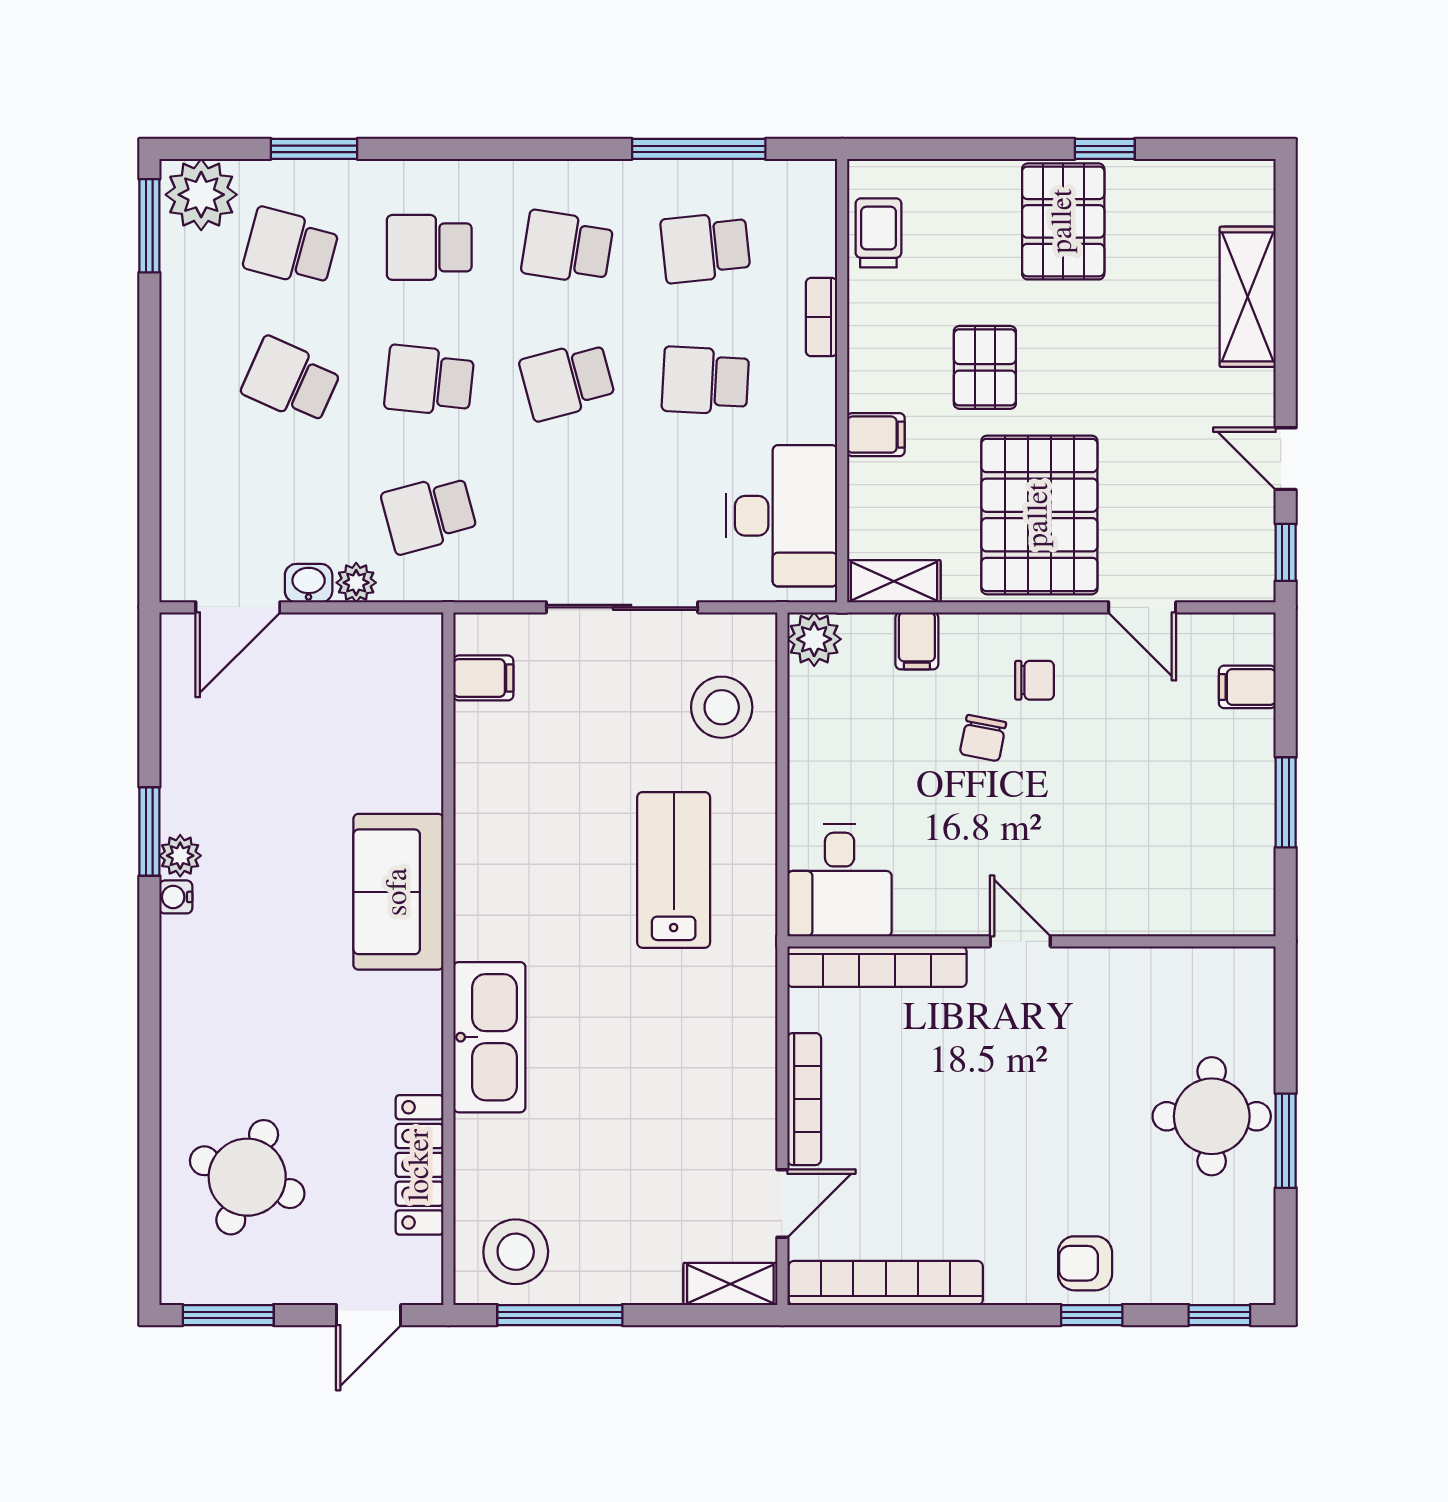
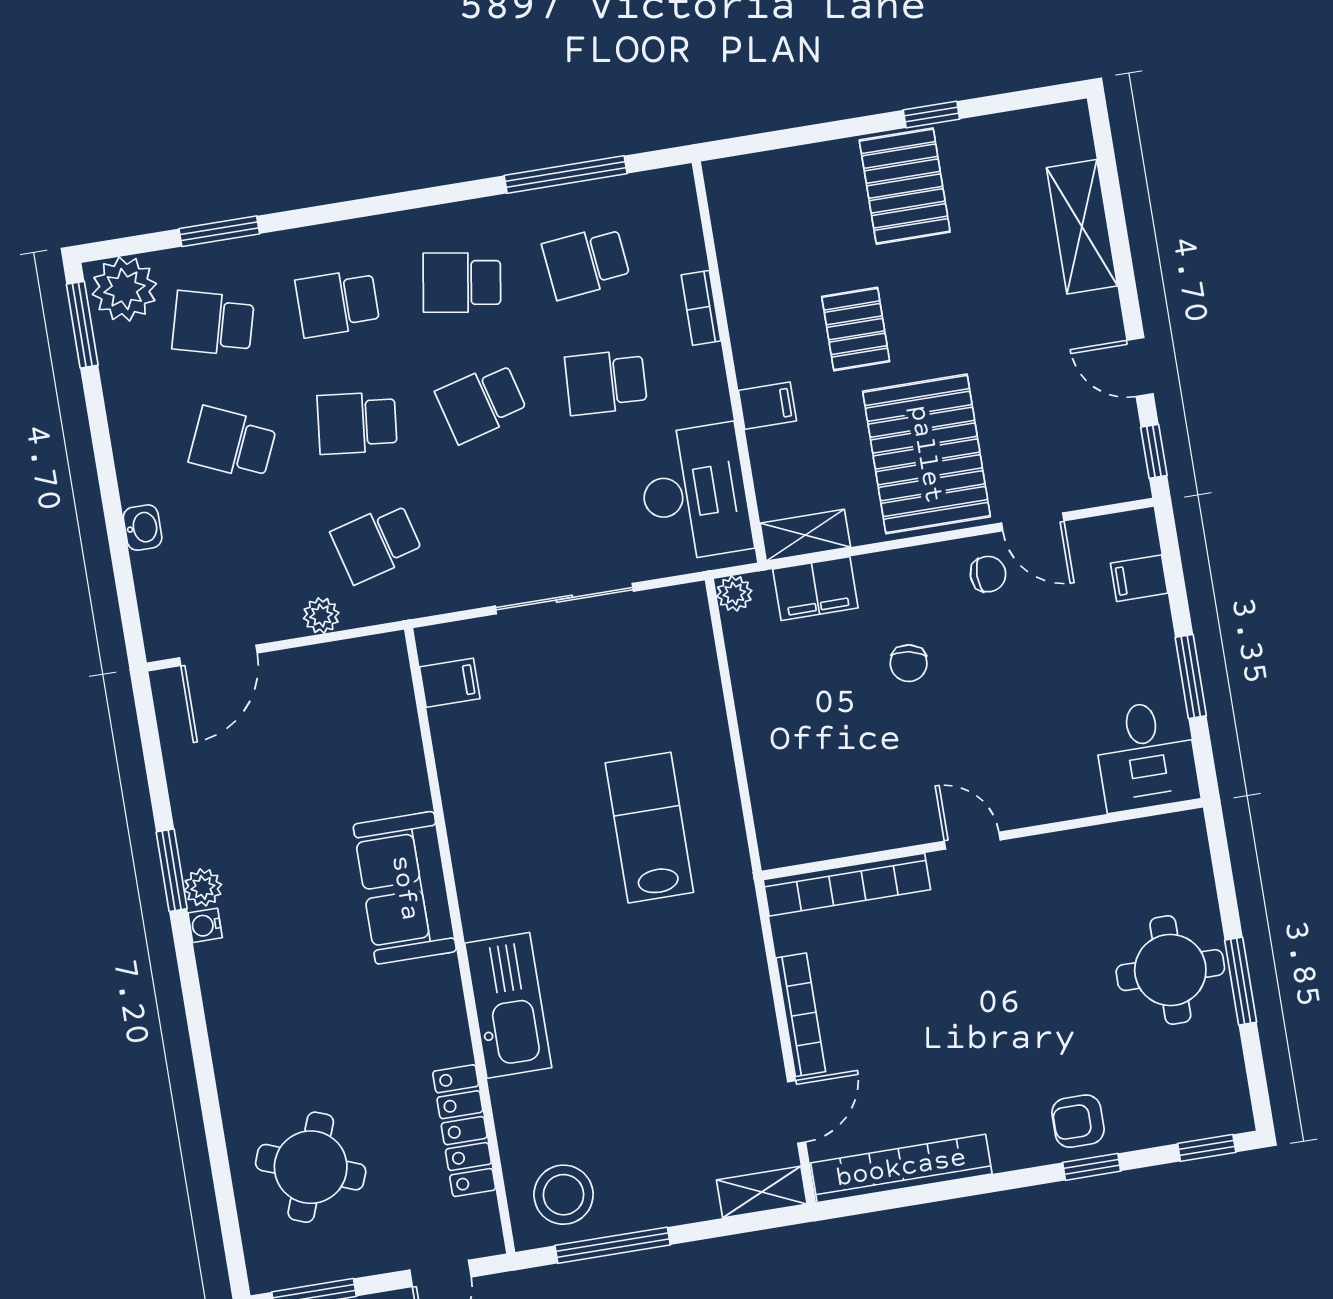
trolley: (878, 233) -> (740, 224), removed
washbasin: (309, 583) -> (143, 528), moved, turned 90
plant: (814, 639) -> (734, 594), width x0.73, depth x0.73
filing cabinet: (917, 641) -> (815, 589), width x2.00
chair: (1035, 680) -> (988, 574), moved
stool: (722, 707) -> (669, 674), removed
desk: (840, 880) -> (1146, 756), moved

